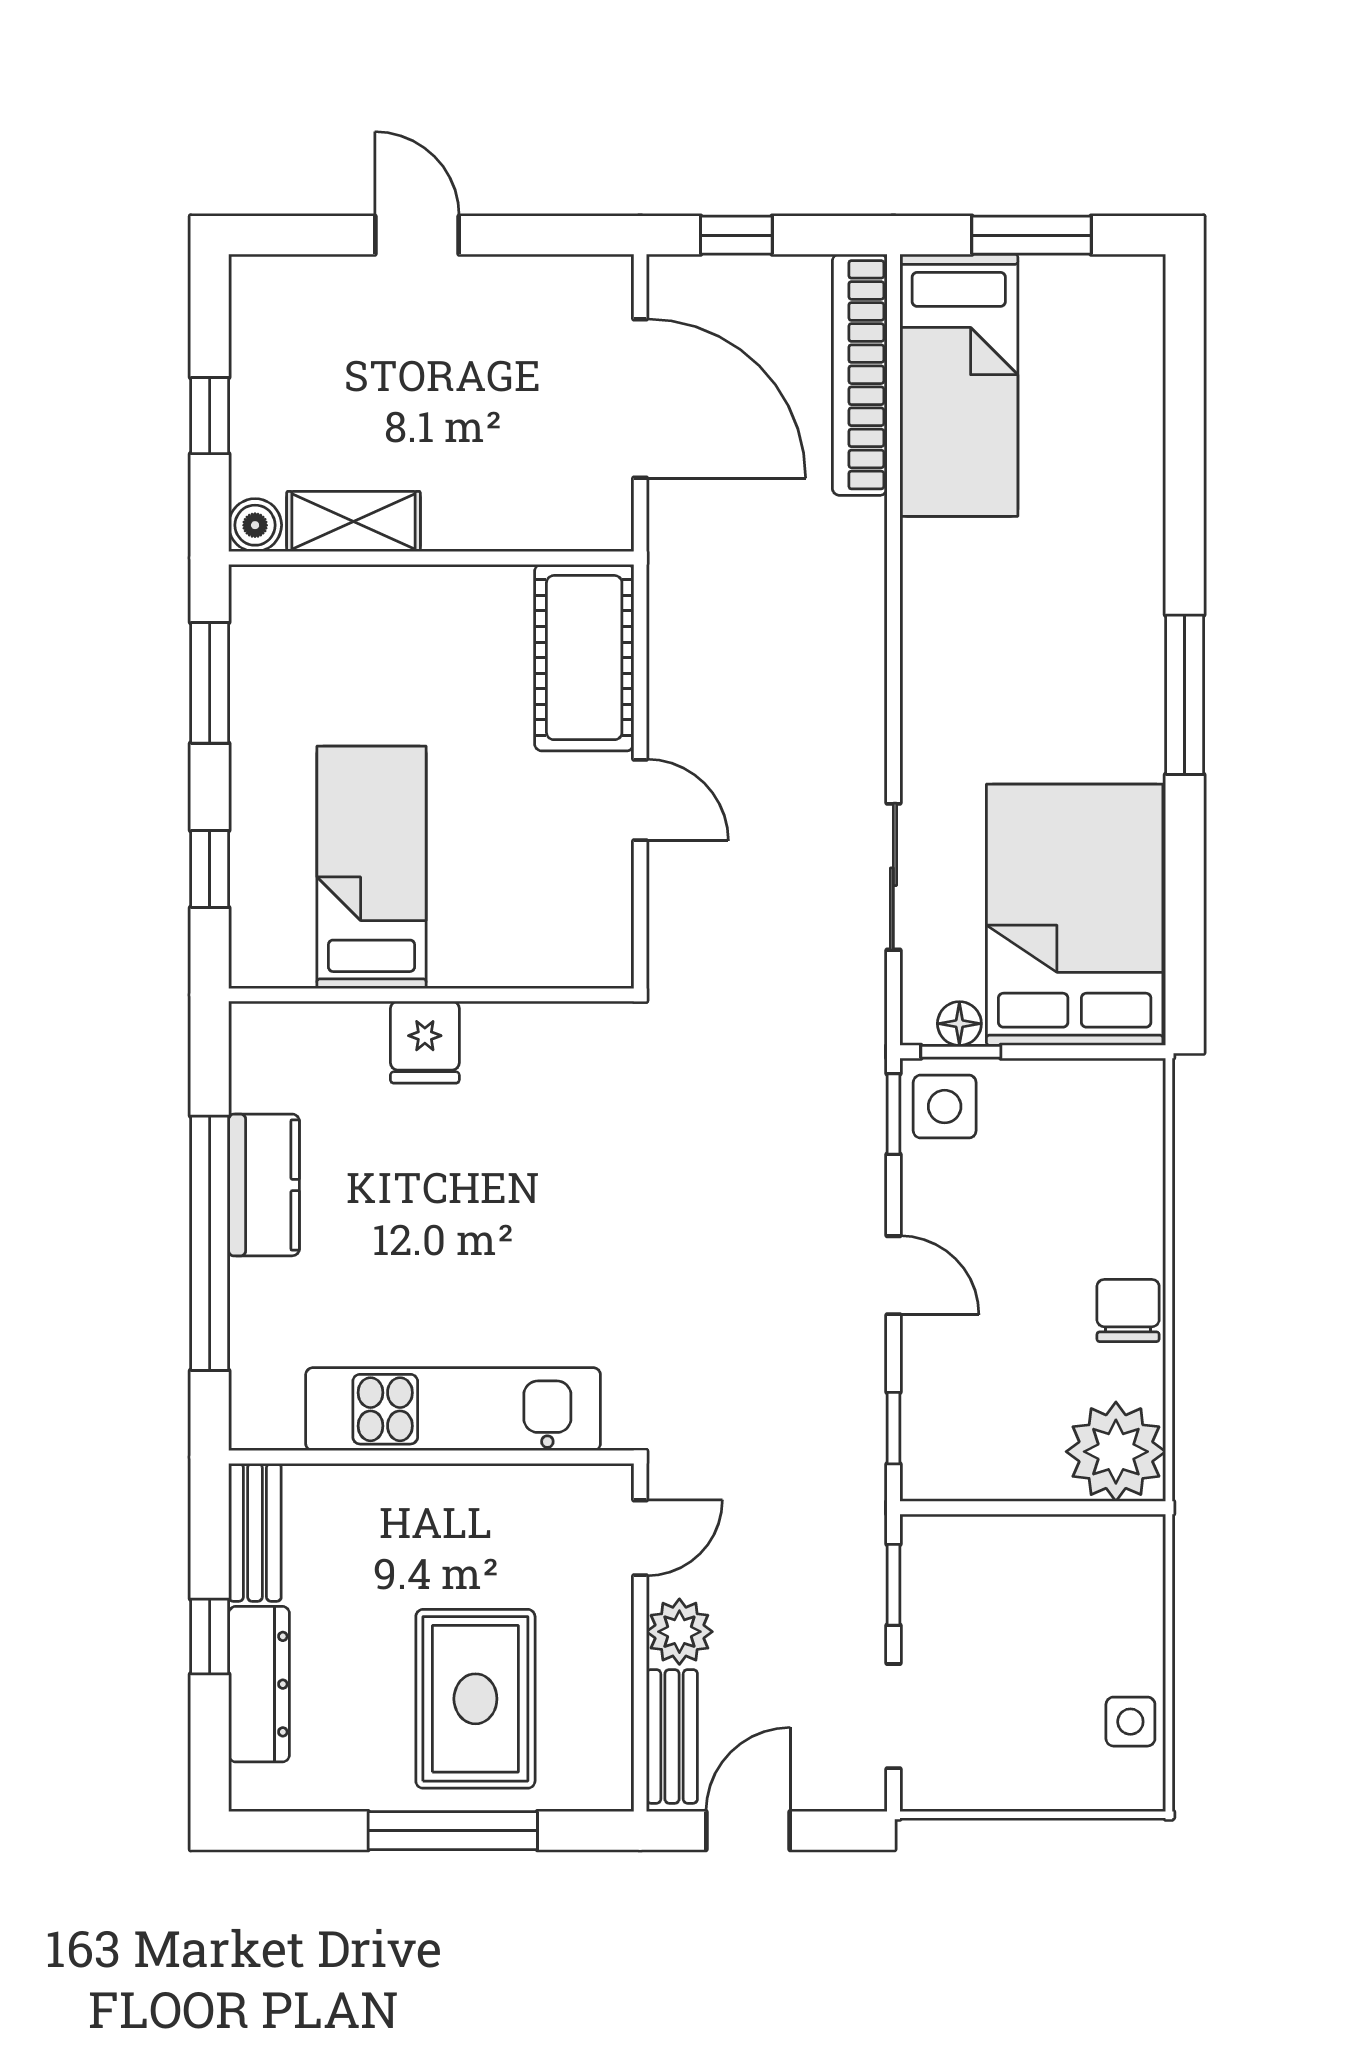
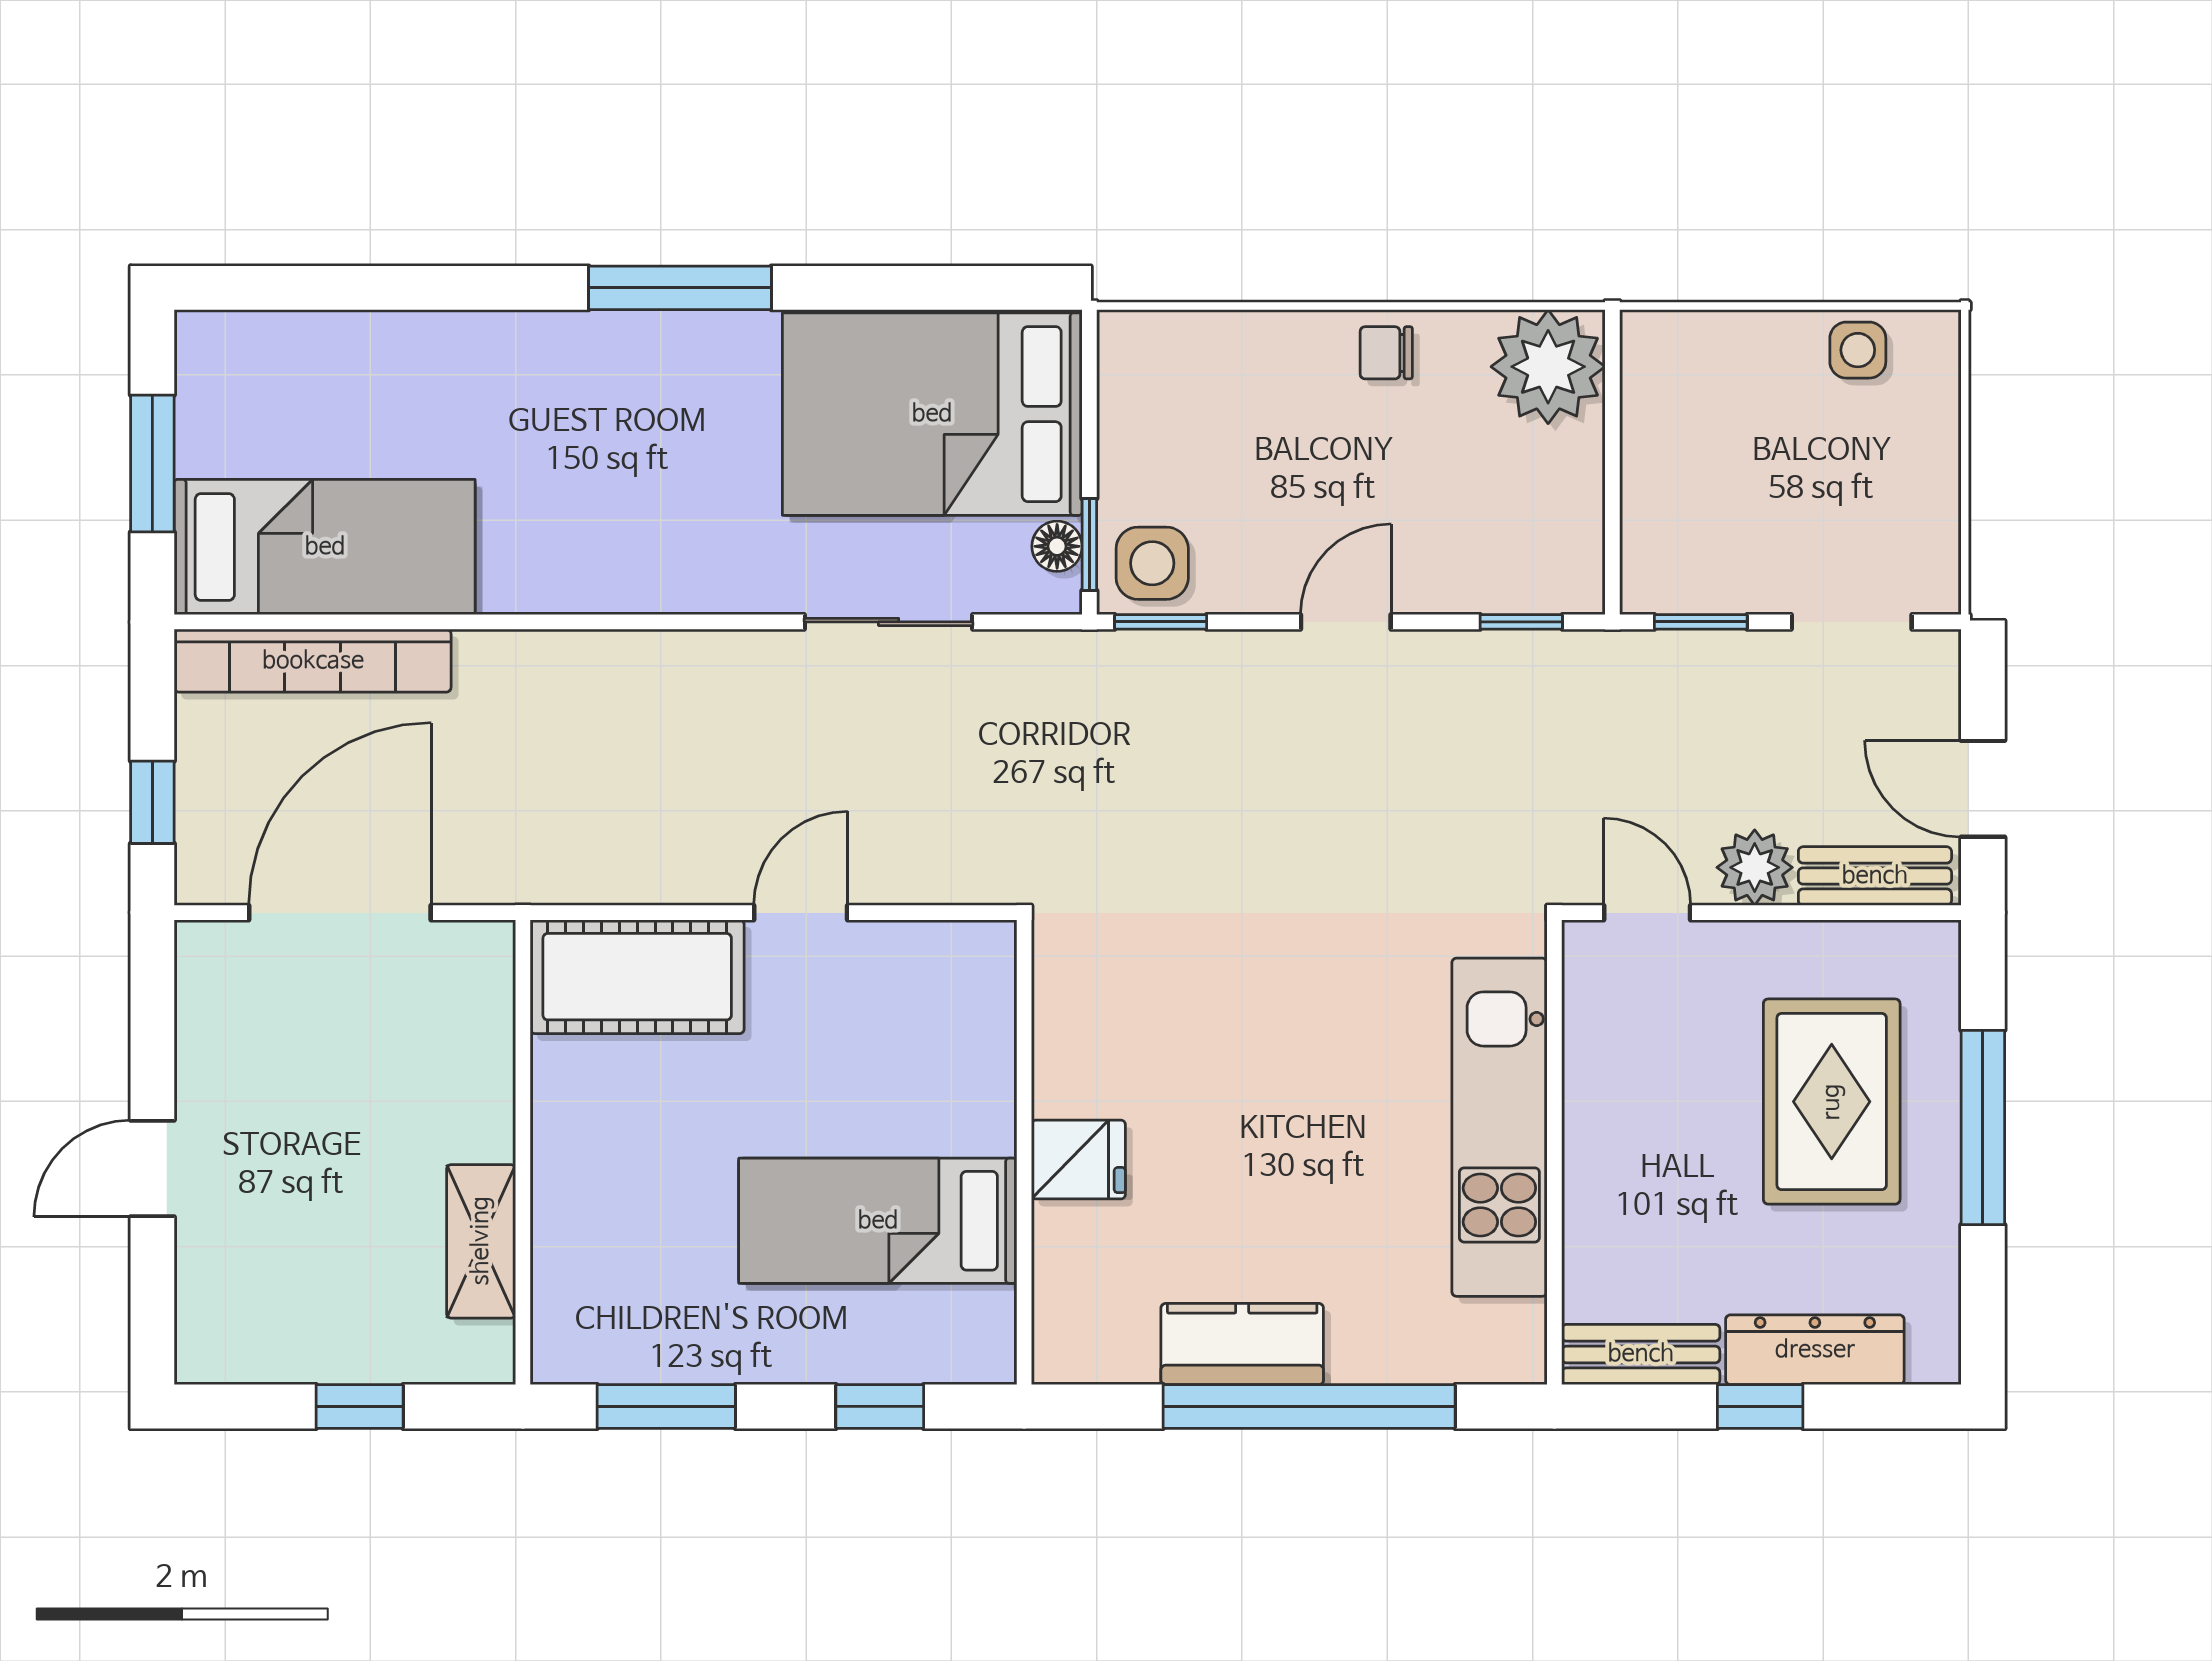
boiler: (255, 525) -> (485, 1354), removed
chair: (1128, 1311) -> (1386, 353), width x0.73, depth x0.73
rug: (475, 1699) -> (1832, 1102), turned 90

